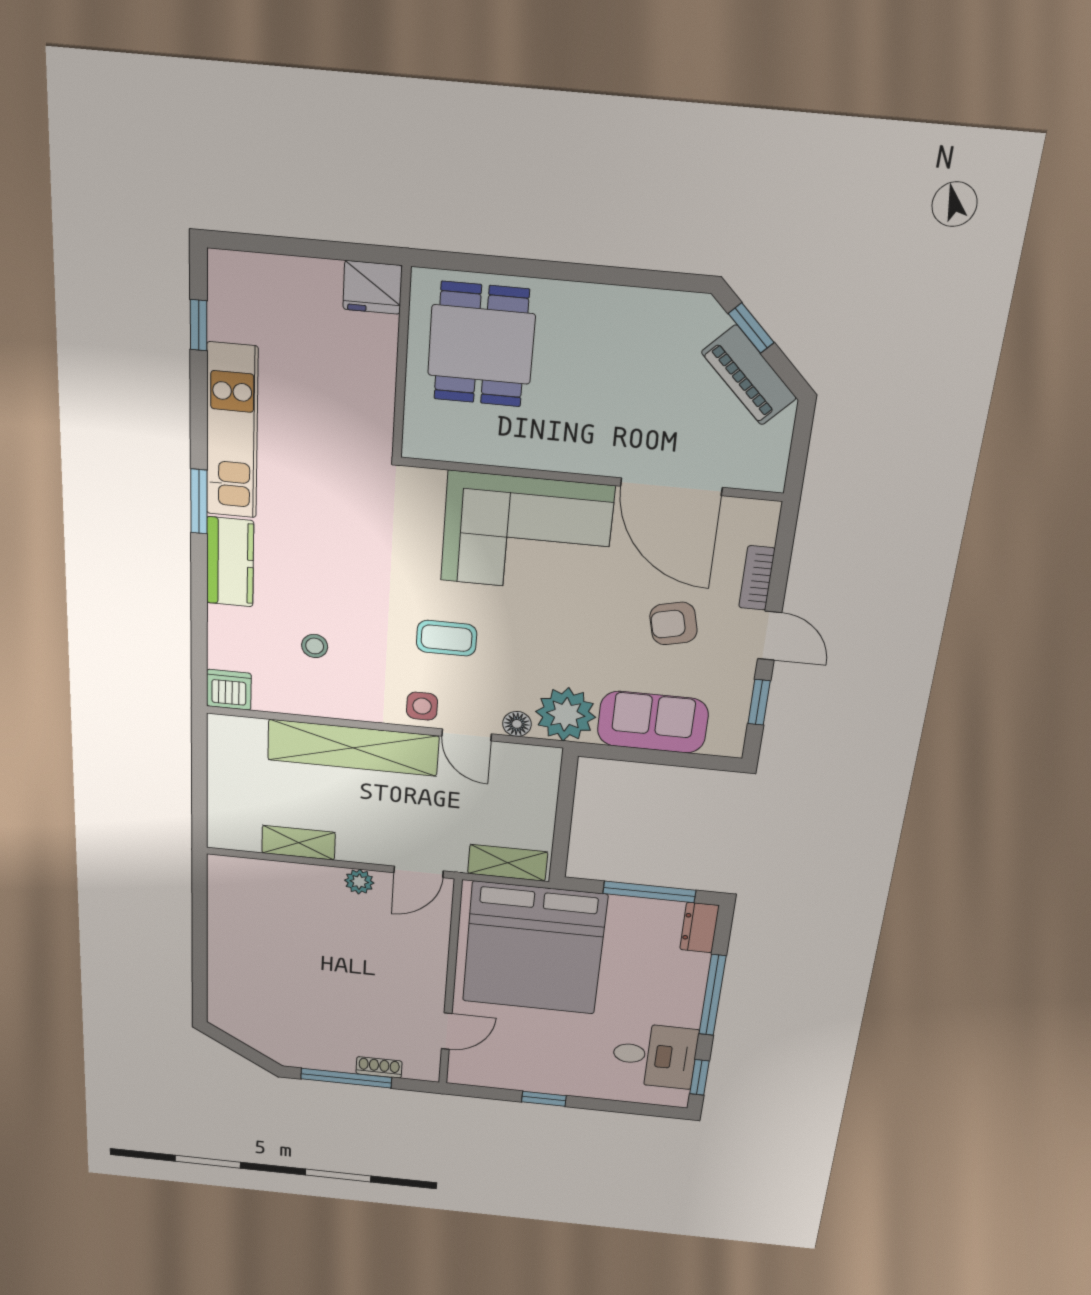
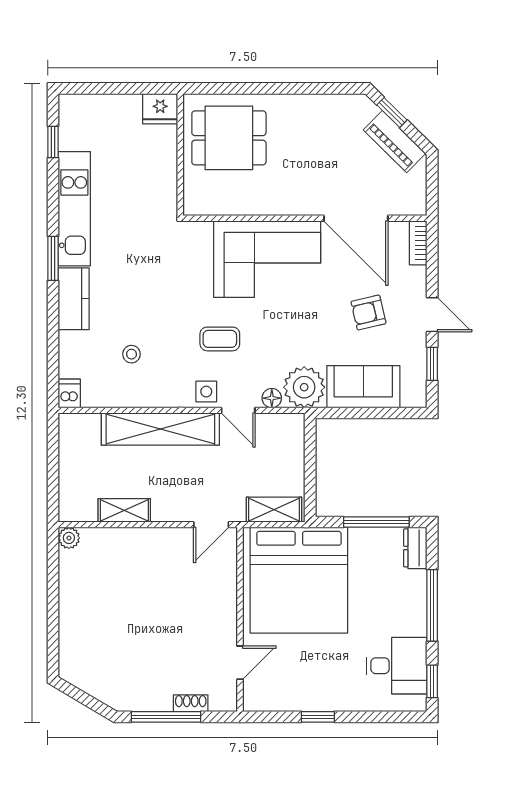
dining table: (481, 345) -> (229, 138), turned 90
bookcase: (757, 578) -> (418, 243), moved
dishwasher: (229, 690) -> (69, 394), width x0.73
plant: (359, 882) -> (69, 538), moved

